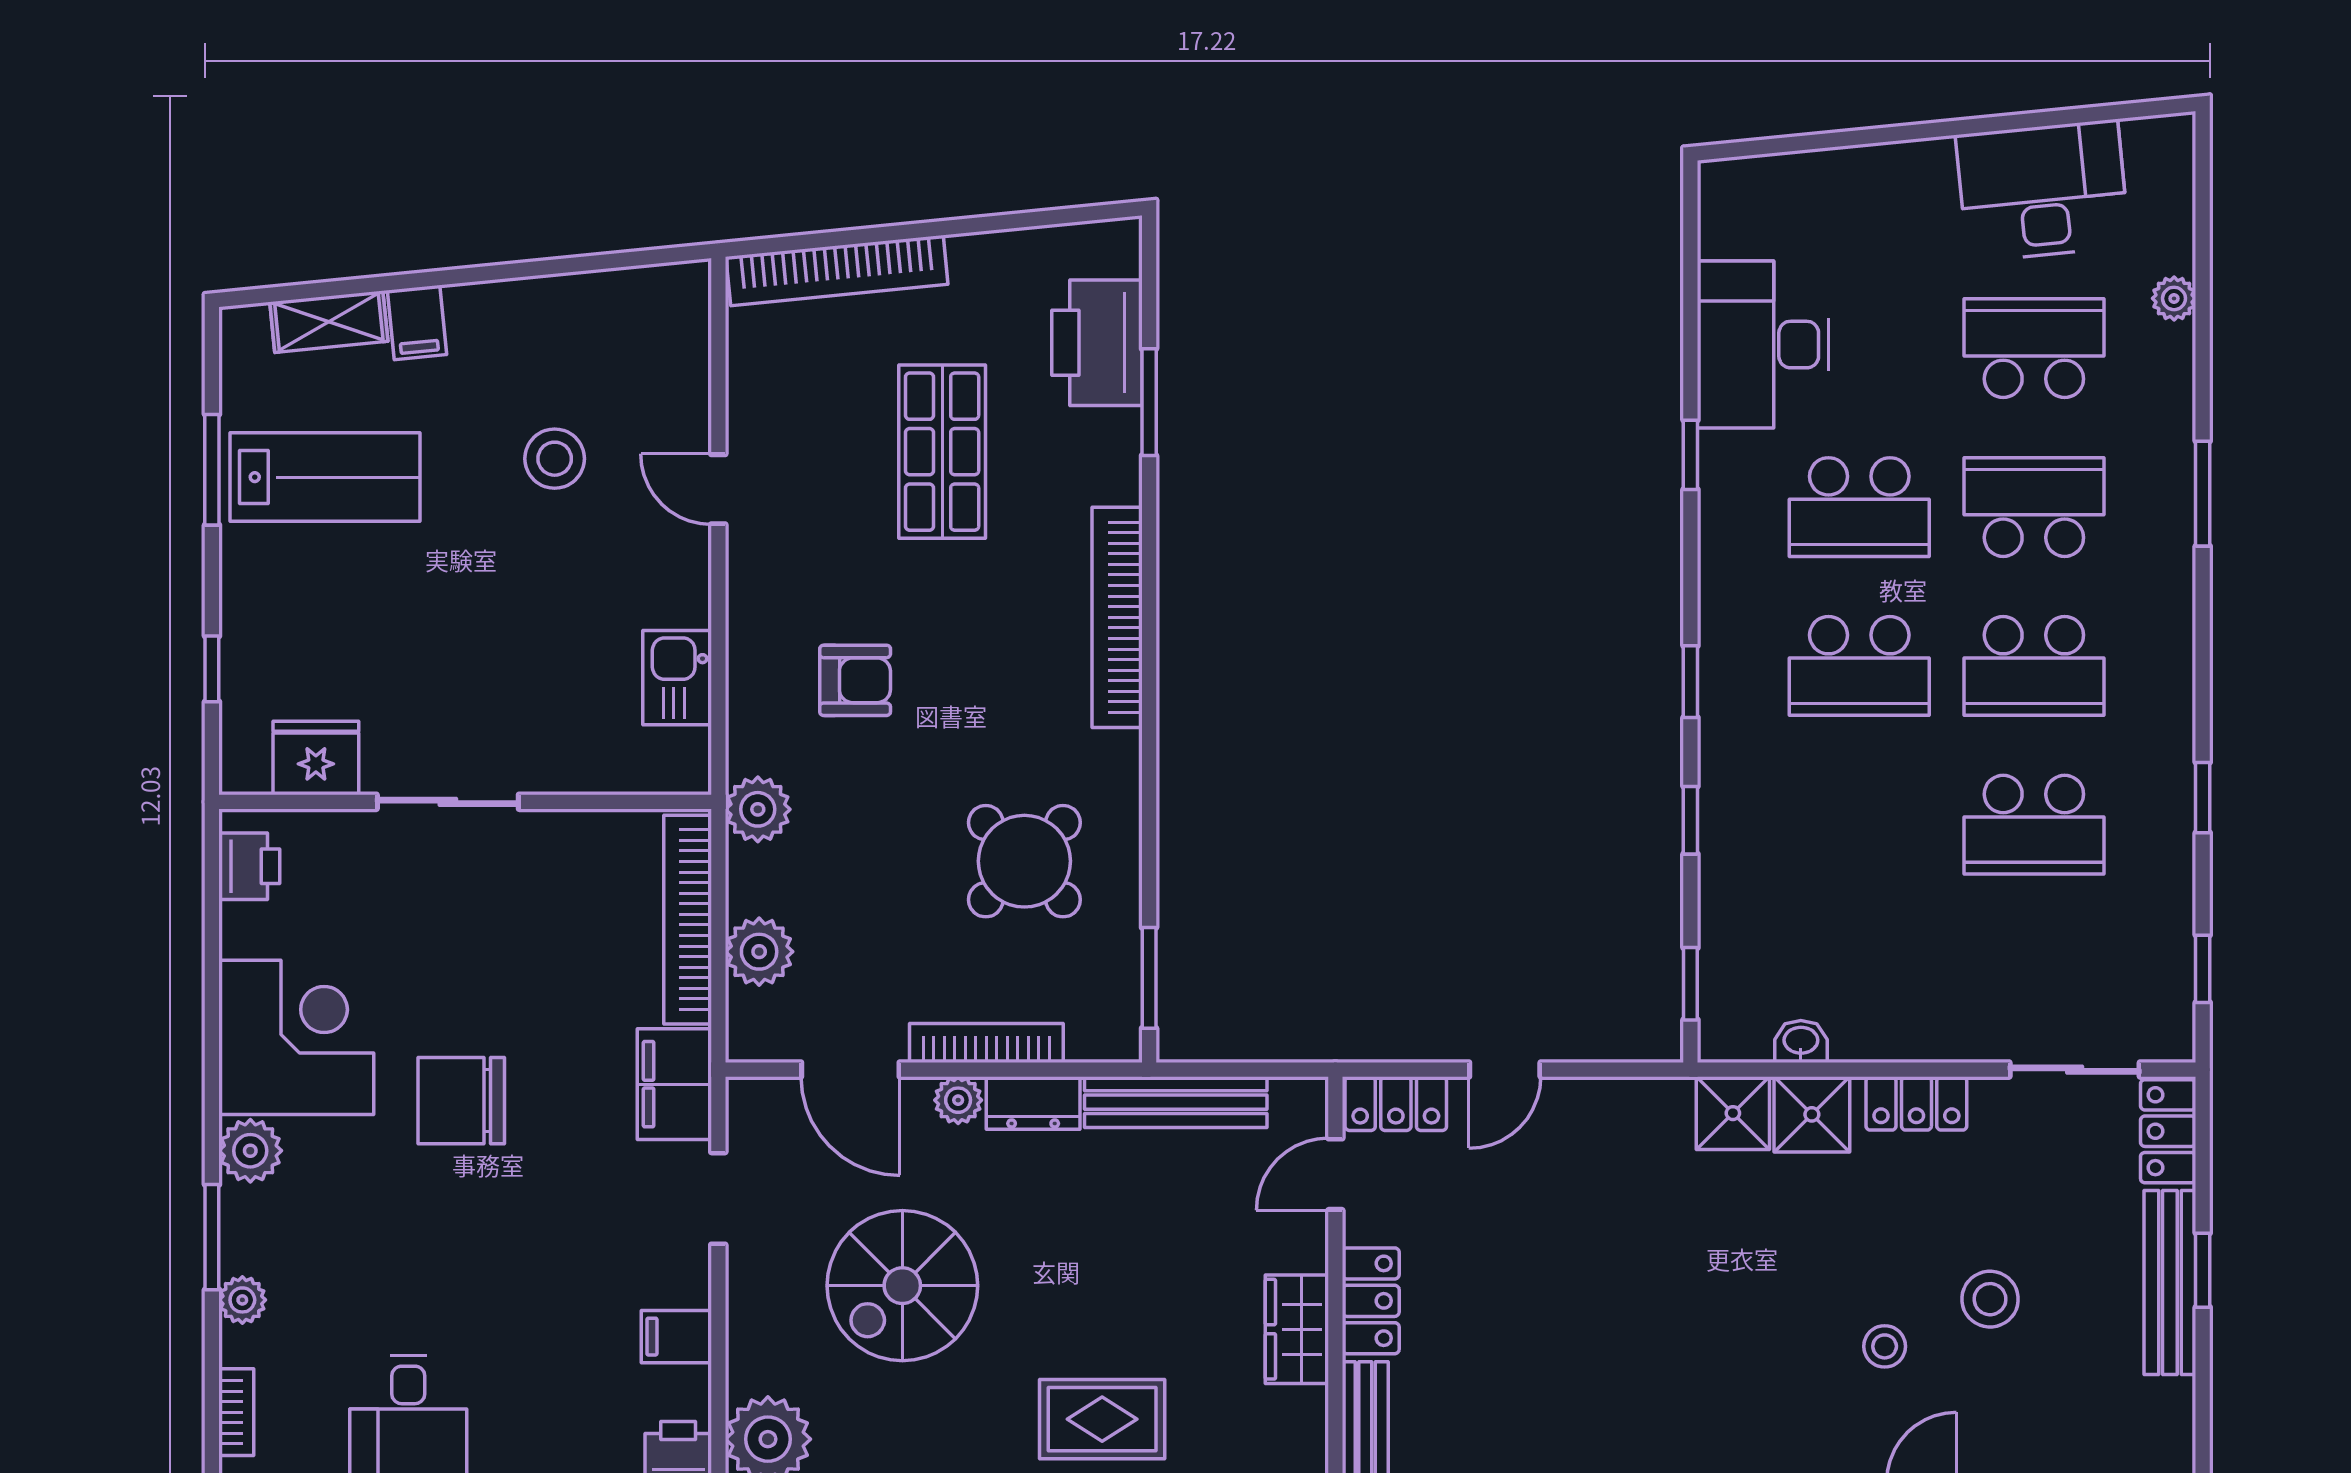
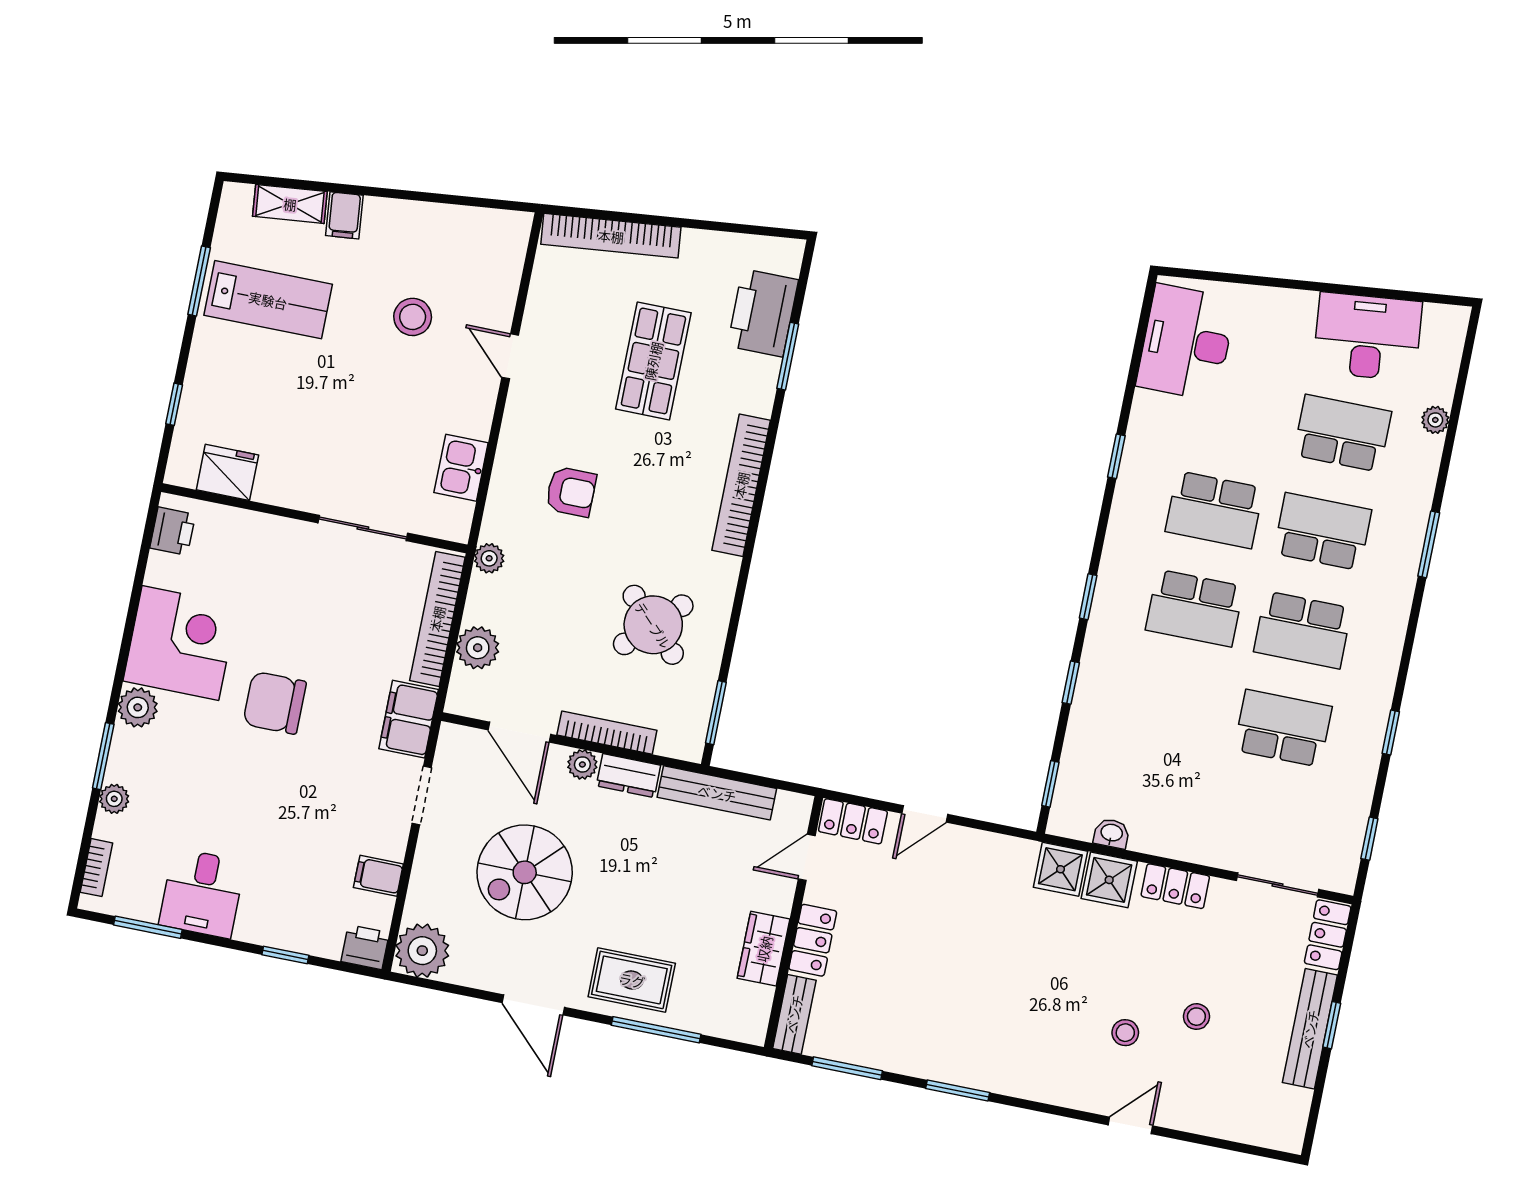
desk: (1763, 345) -> (1186, 342), moved
sliding door: (448, 802) -> (363, 528), moved
plant: (758, 809) -> (489, 558), width x0.73, depth x0.73
school desk: (2034, 825) -> (1283, 728), turned 180
stool: (1990, 1299) -> (1196, 1017), width x0.73, depth x0.73

